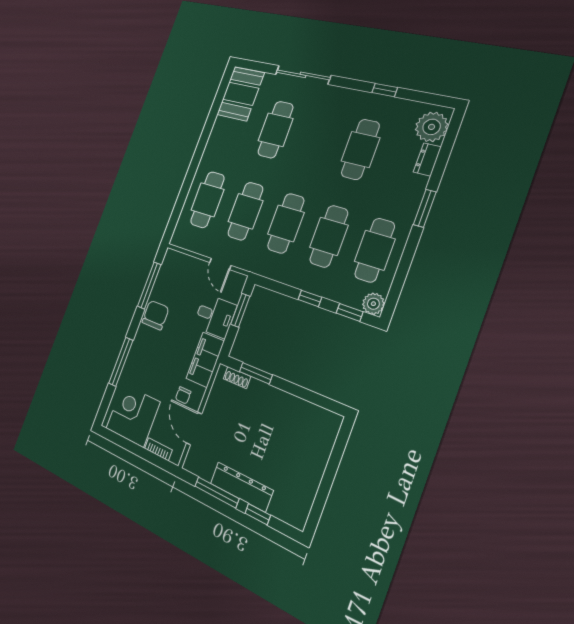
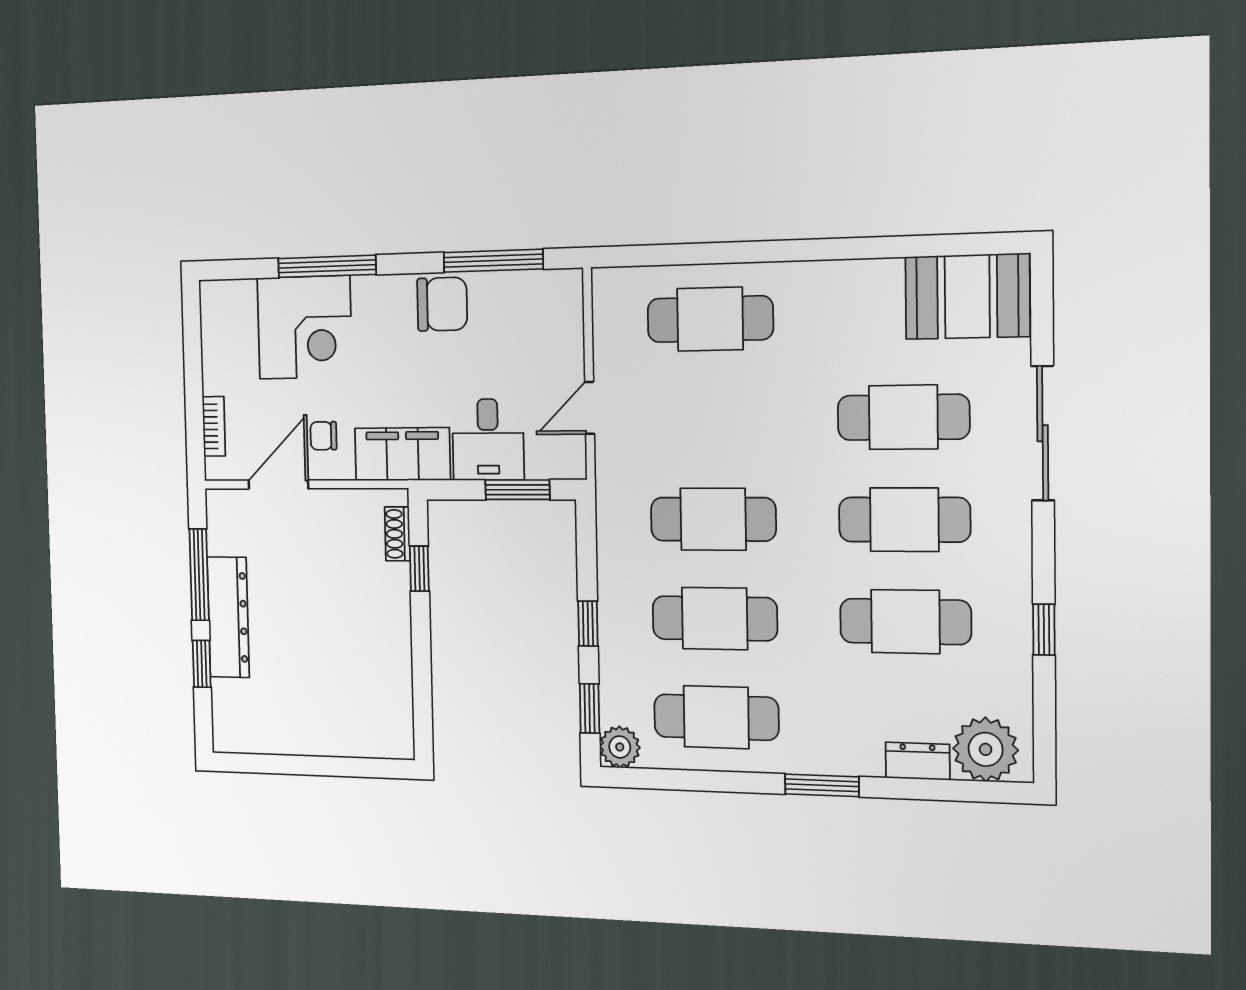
cafe table: (245, 211) -> (904, 520), moved
window: (256, 373) -> (419, 569), width x0.67
corner desk: (133, 415) -> (305, 327), moved, turned 90

